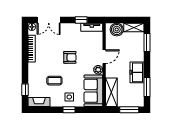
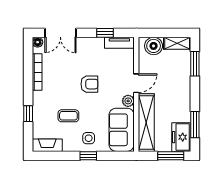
freezer: (137, 72) -> (181, 137), moved
window: (25, 90) -> (28, 114), moved
shelving: (111, 92) -> (146, 123), width x1.47

